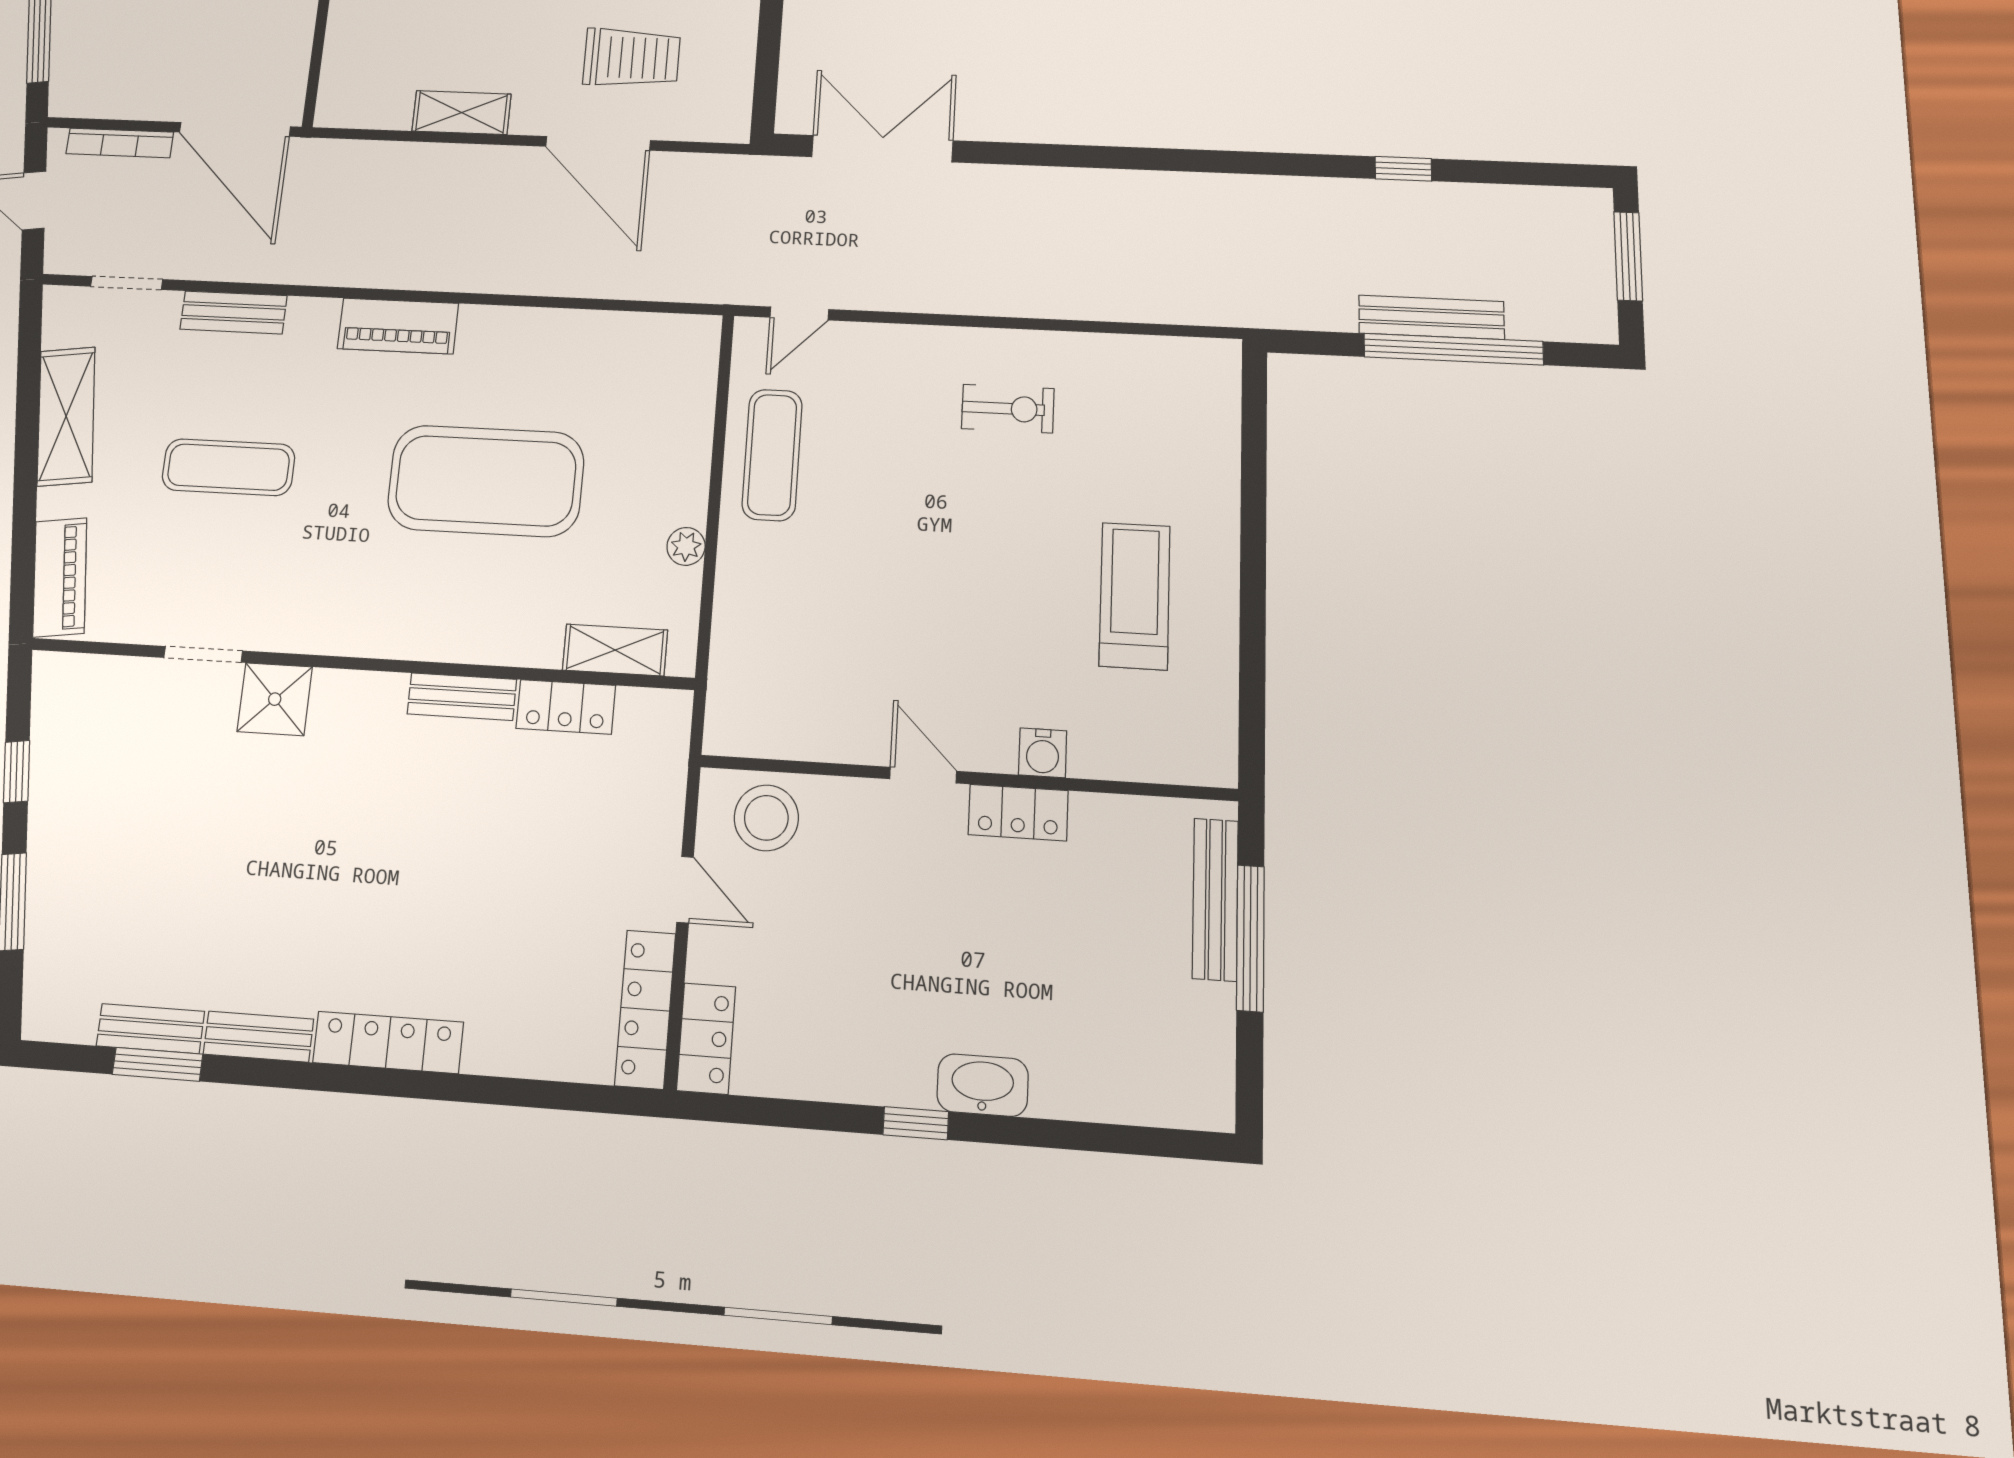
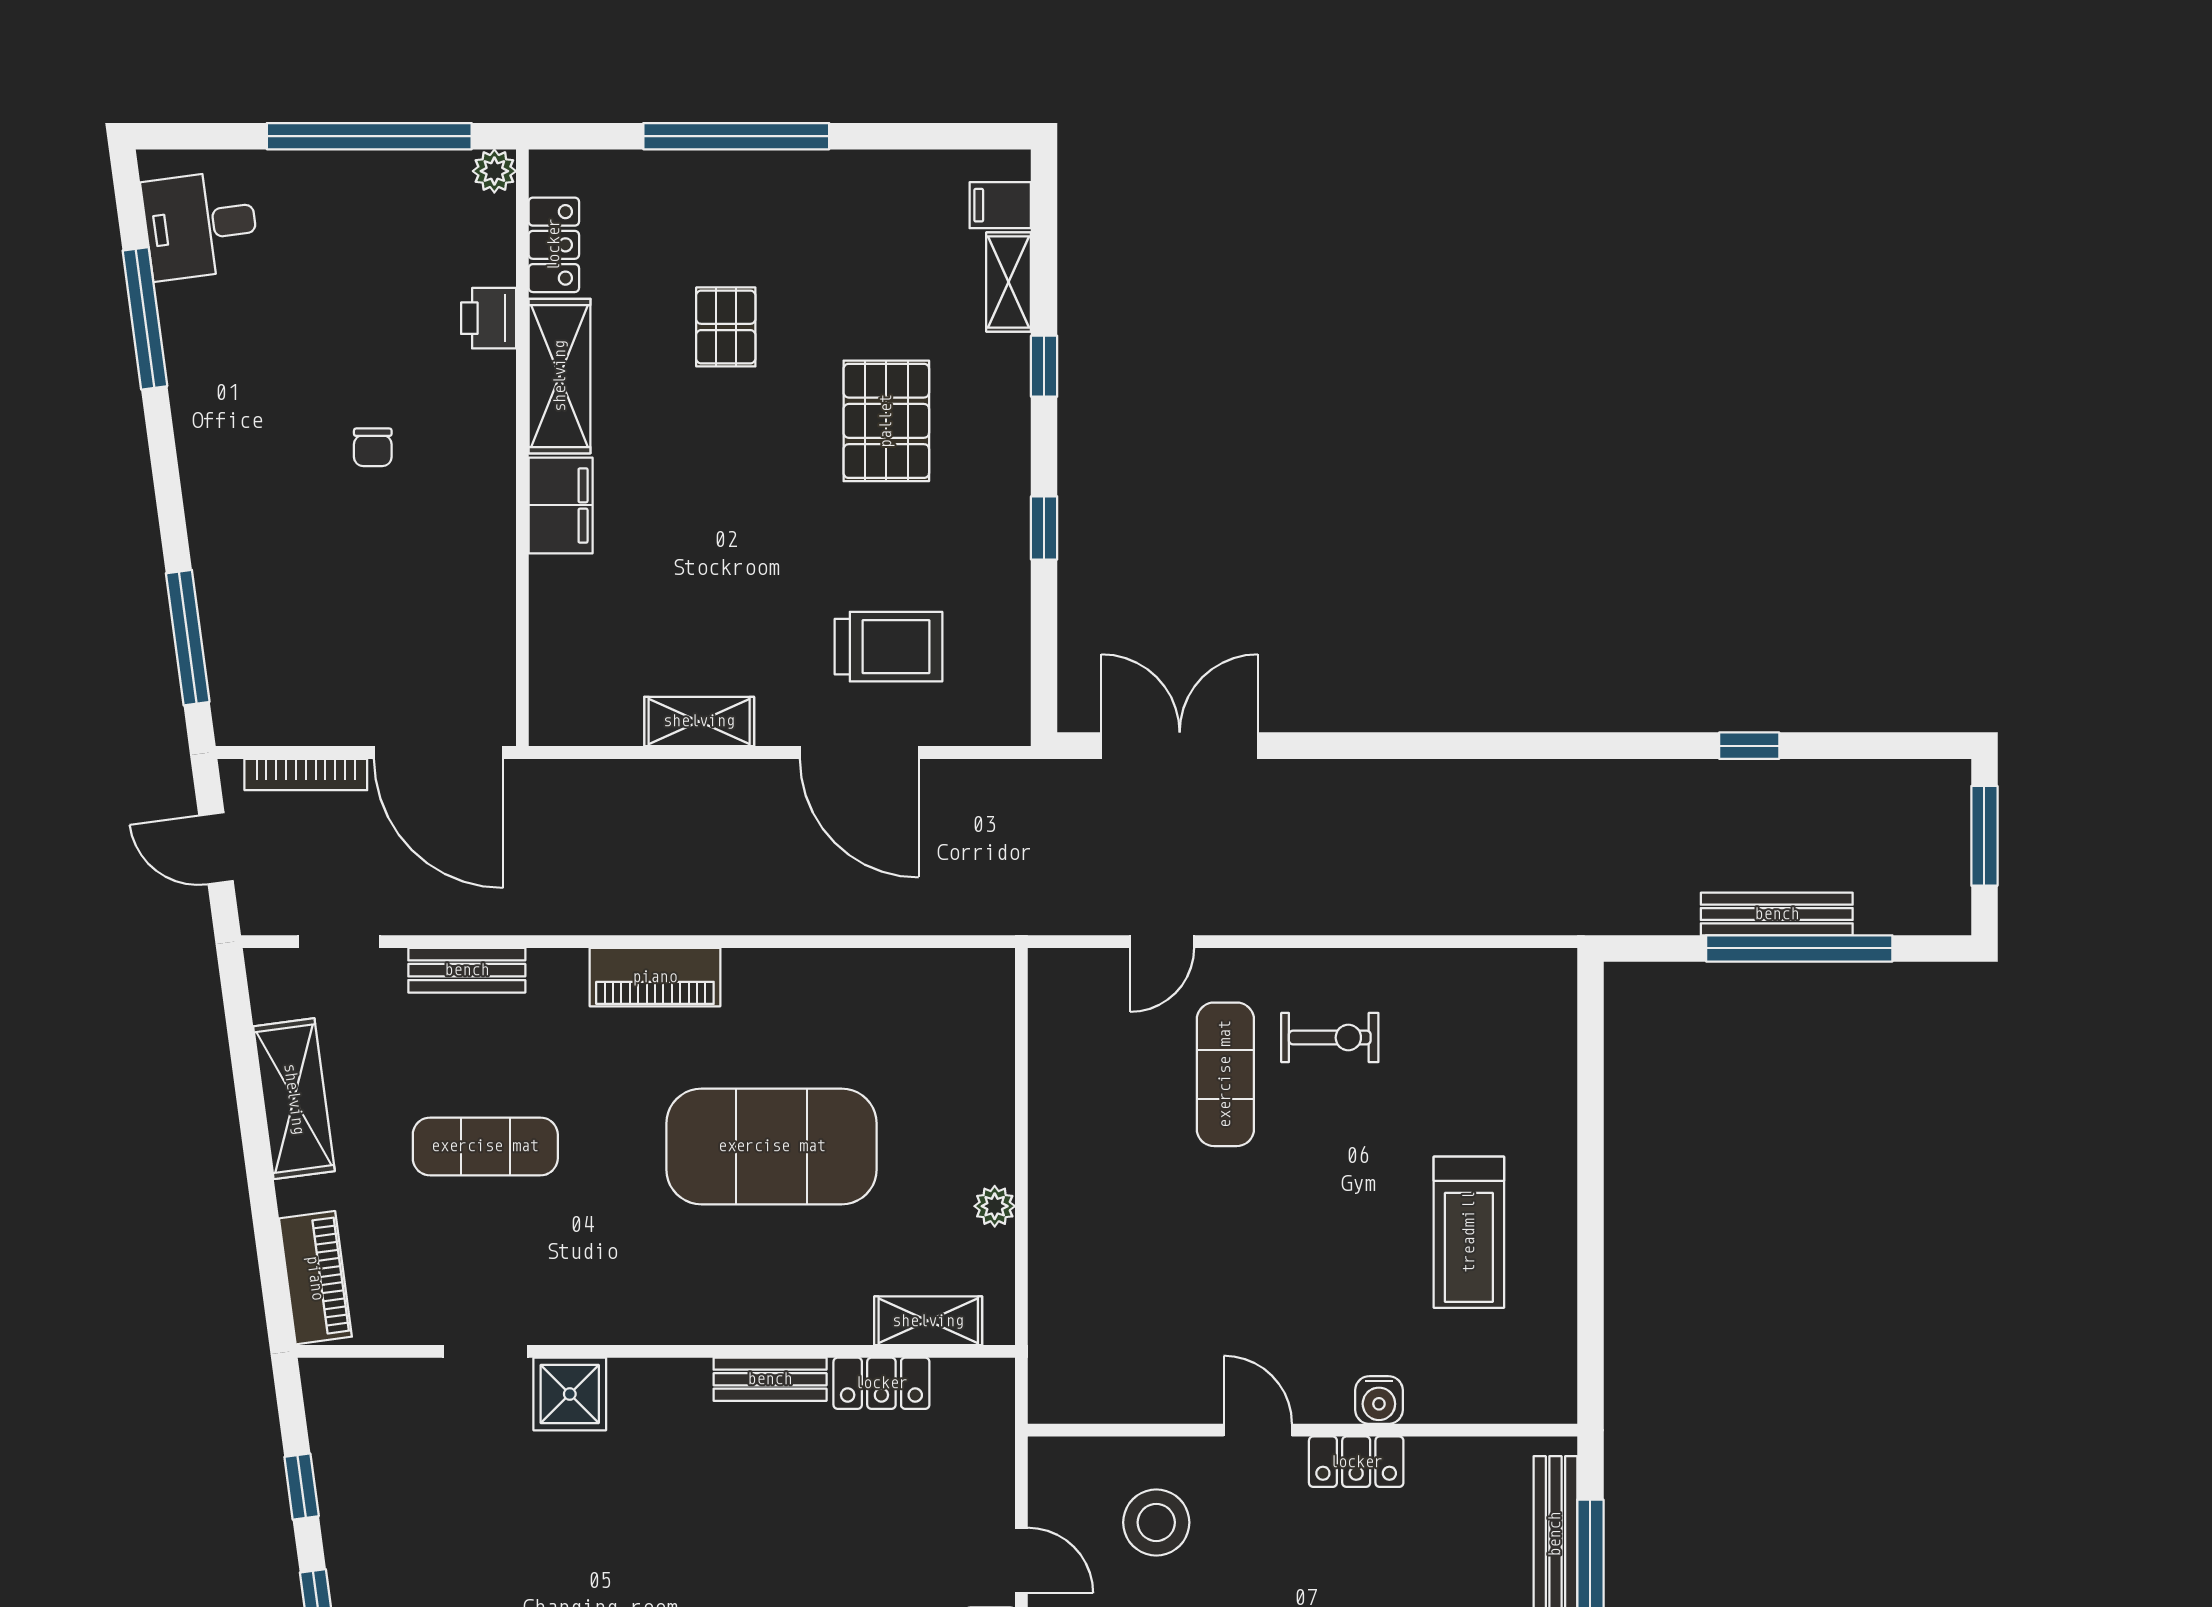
door: (799, 313) -> (1162, 942), moved
exercise mat: (772, 455) -> (1225, 1074), moved
treadmill: (1135, 596) -> (1469, 1232), turned 180
stool: (766, 818) -> (1156, 1522), moved

